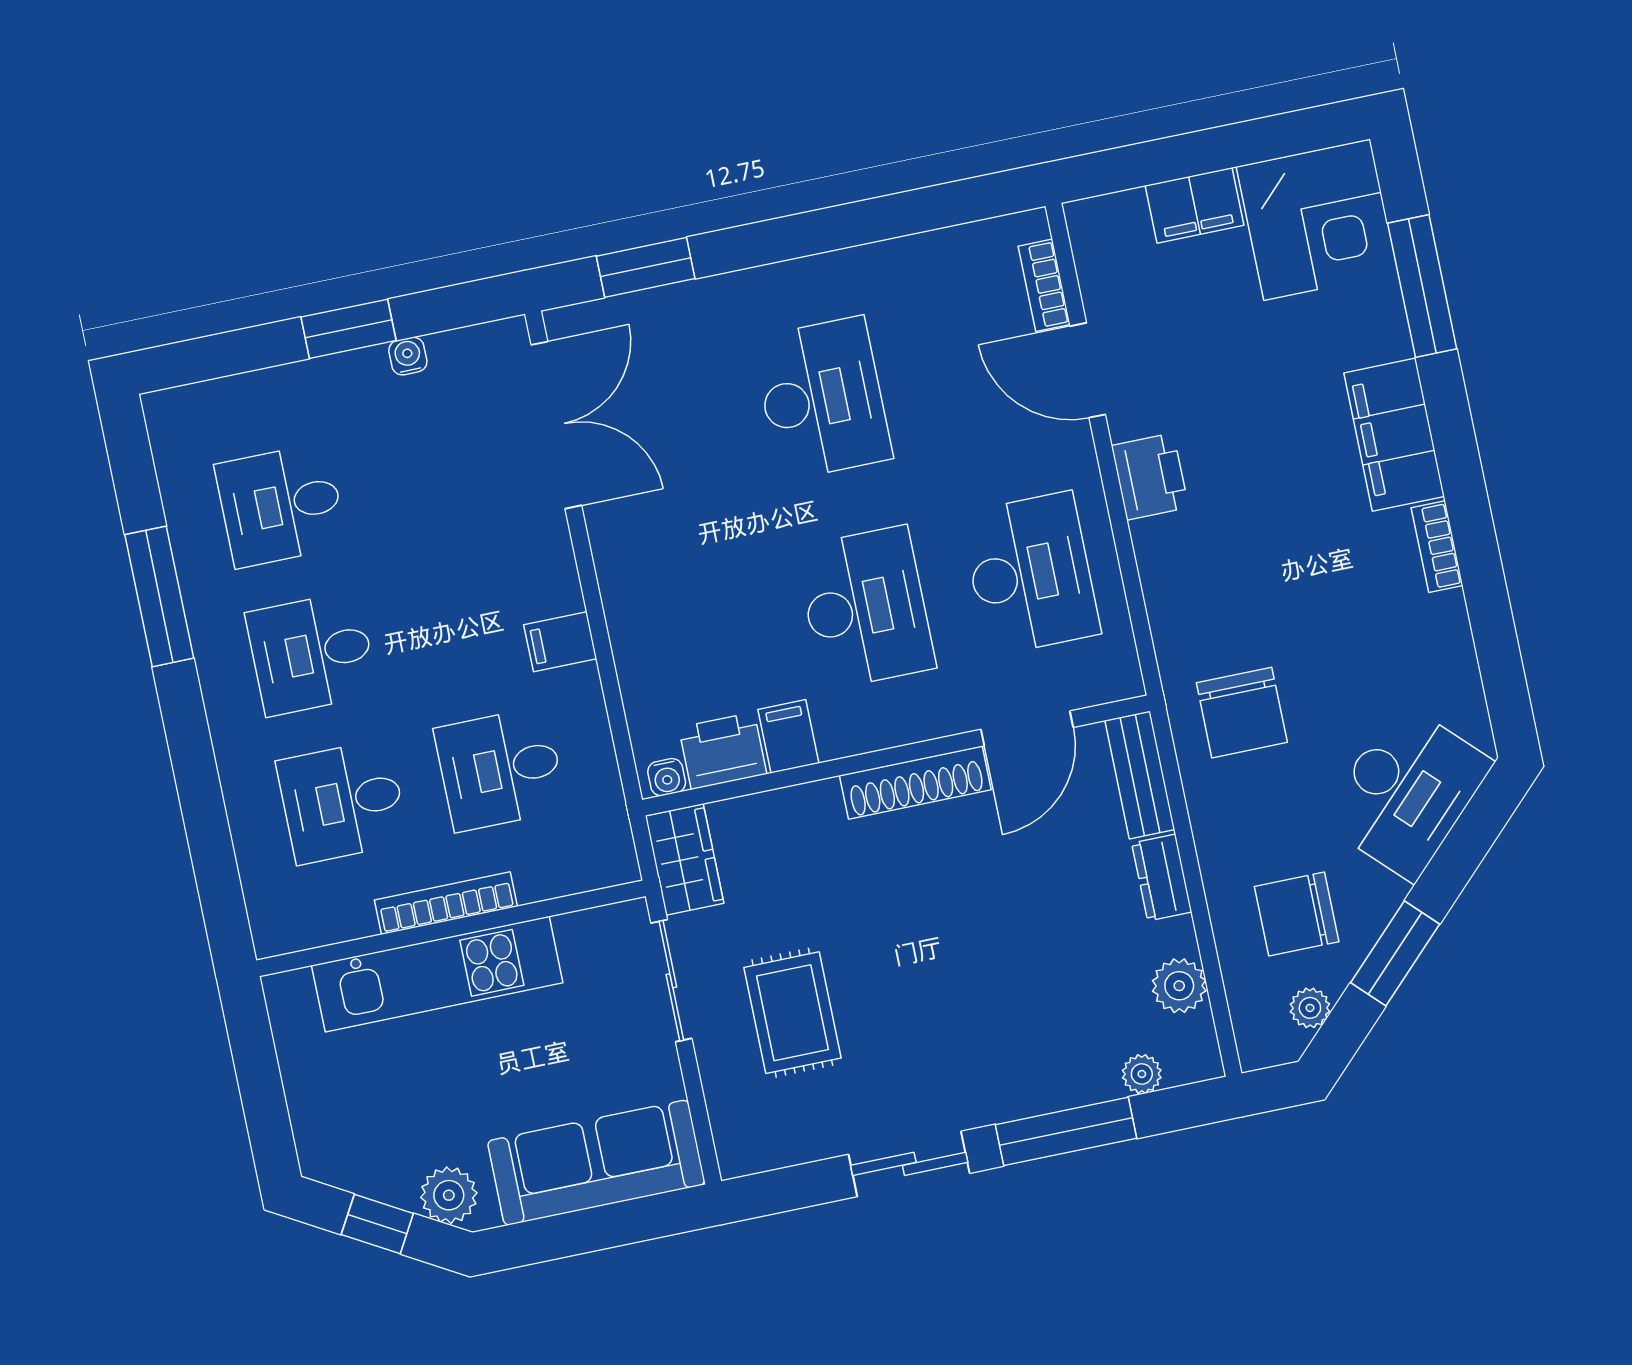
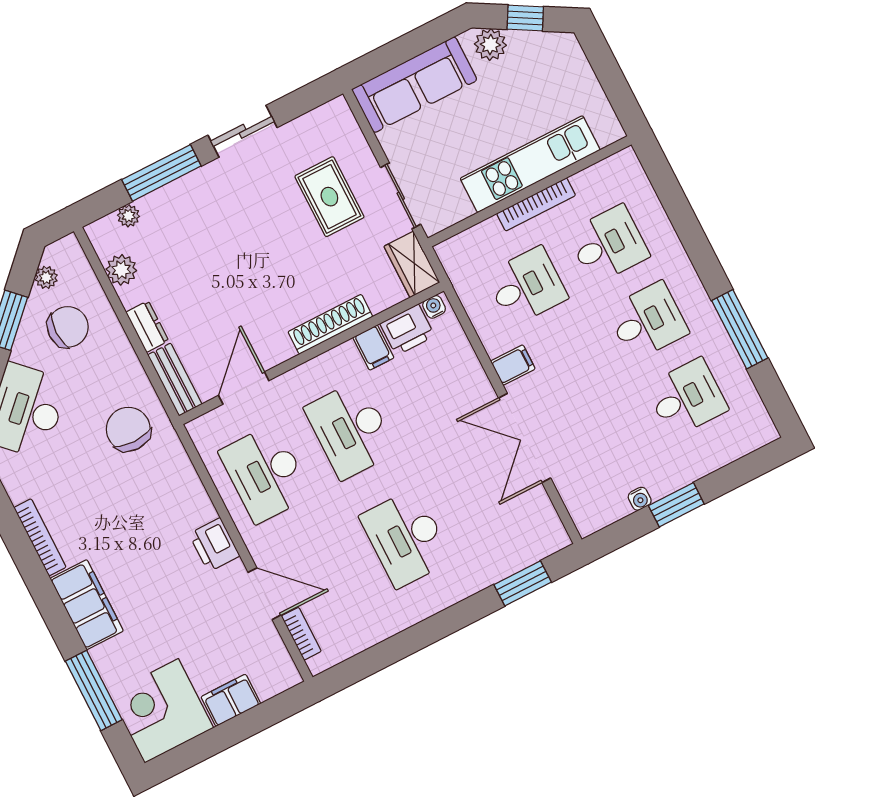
double door: (556, 425) -> (525, 438), moved
bookcase: (1437, 547) -> (40, 537), width x1.56
shoe rack: (915, 783) -> (330, 324), moved

